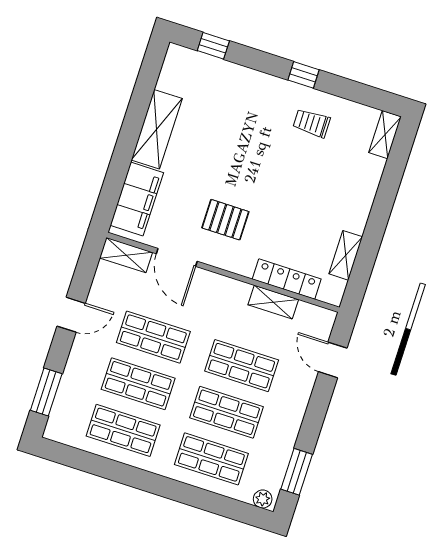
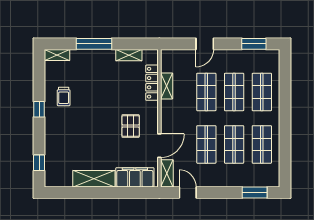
window: (384, 203) -> (94, 44), added
door: (71, 315) -> (188, 193), moved
door: (333, 360) -> (205, 44), moved
plant: (263, 499) -> (274, 57), removed

